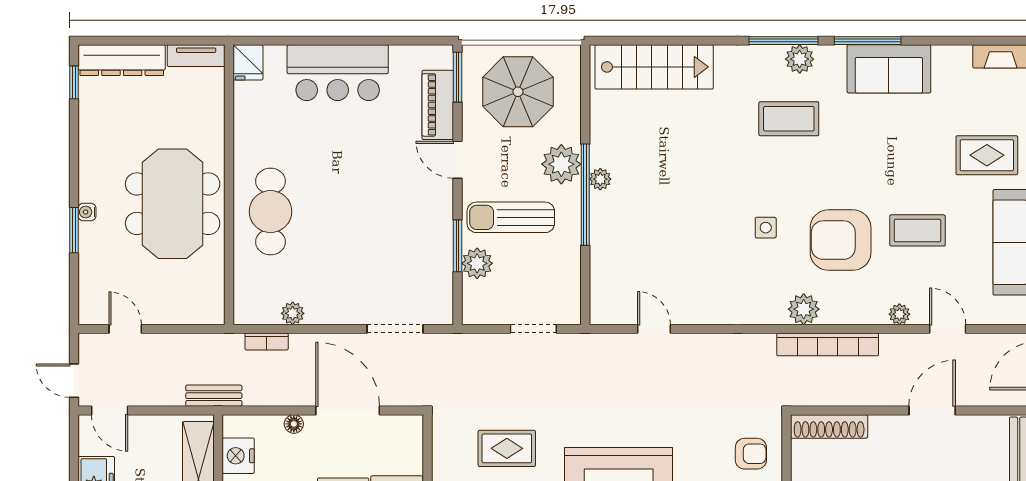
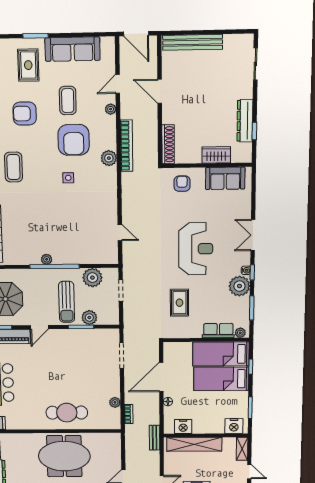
armchair: (894, 145) -> (25, 114), added
plant: (561, 164) -> (92, 278), moved
door: (654, 329) -> (120, 232), swing flipped

